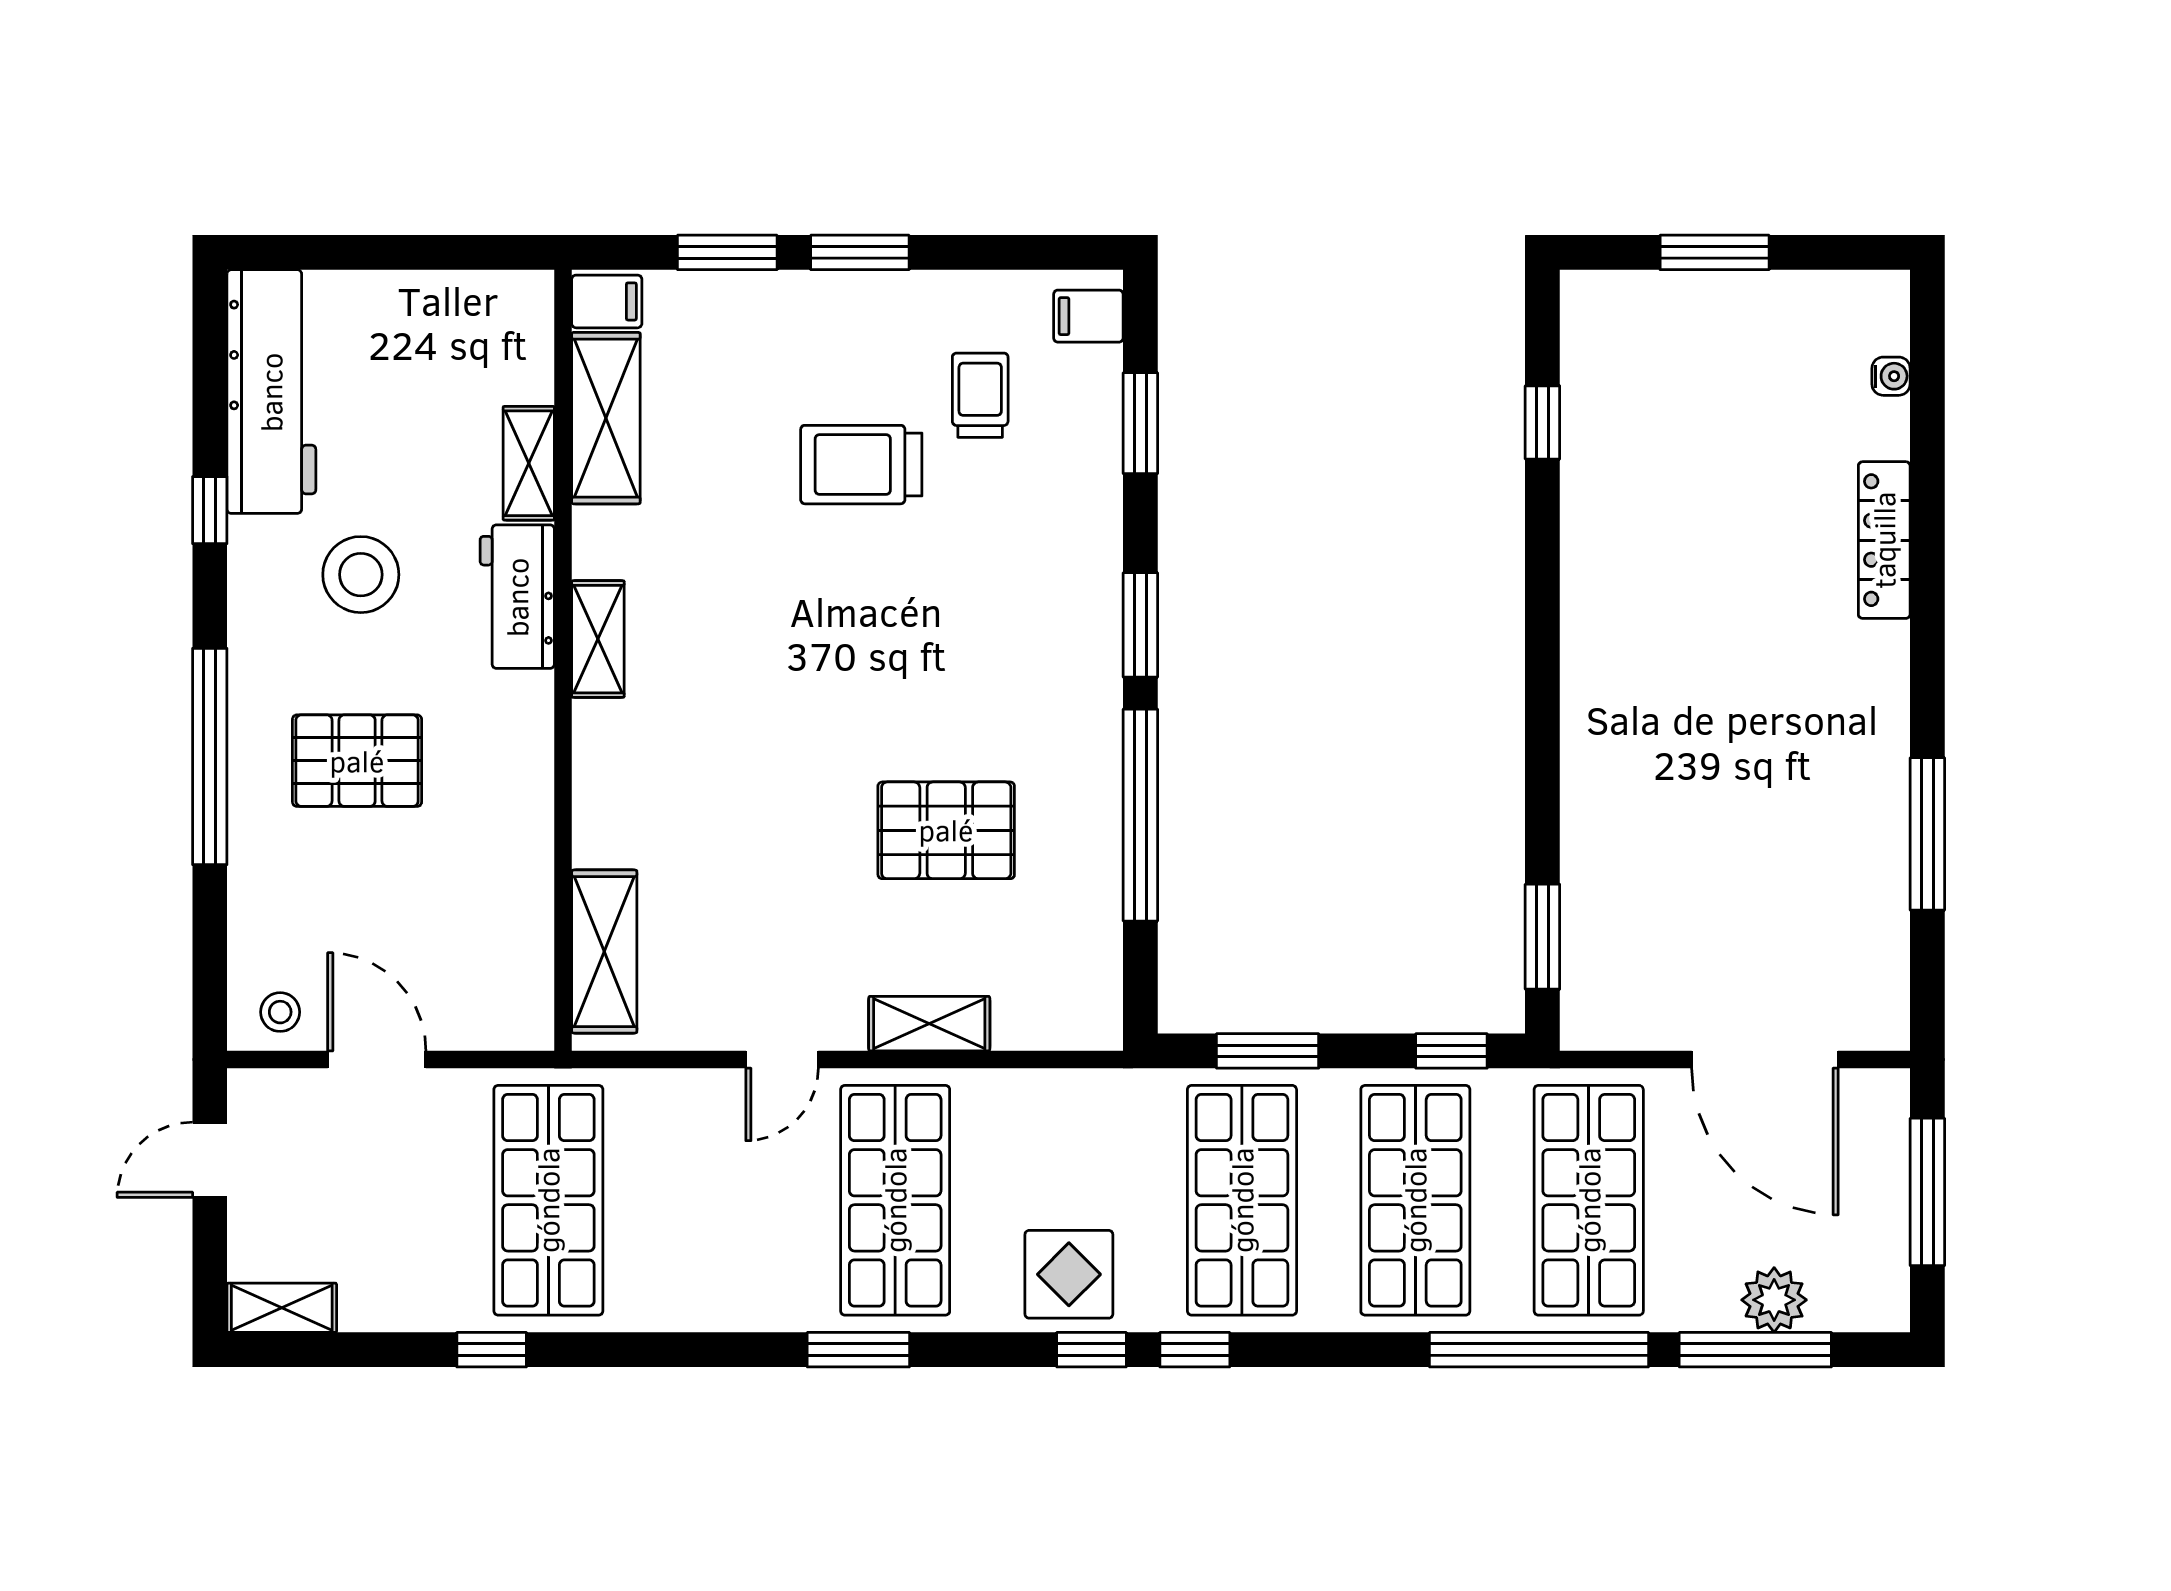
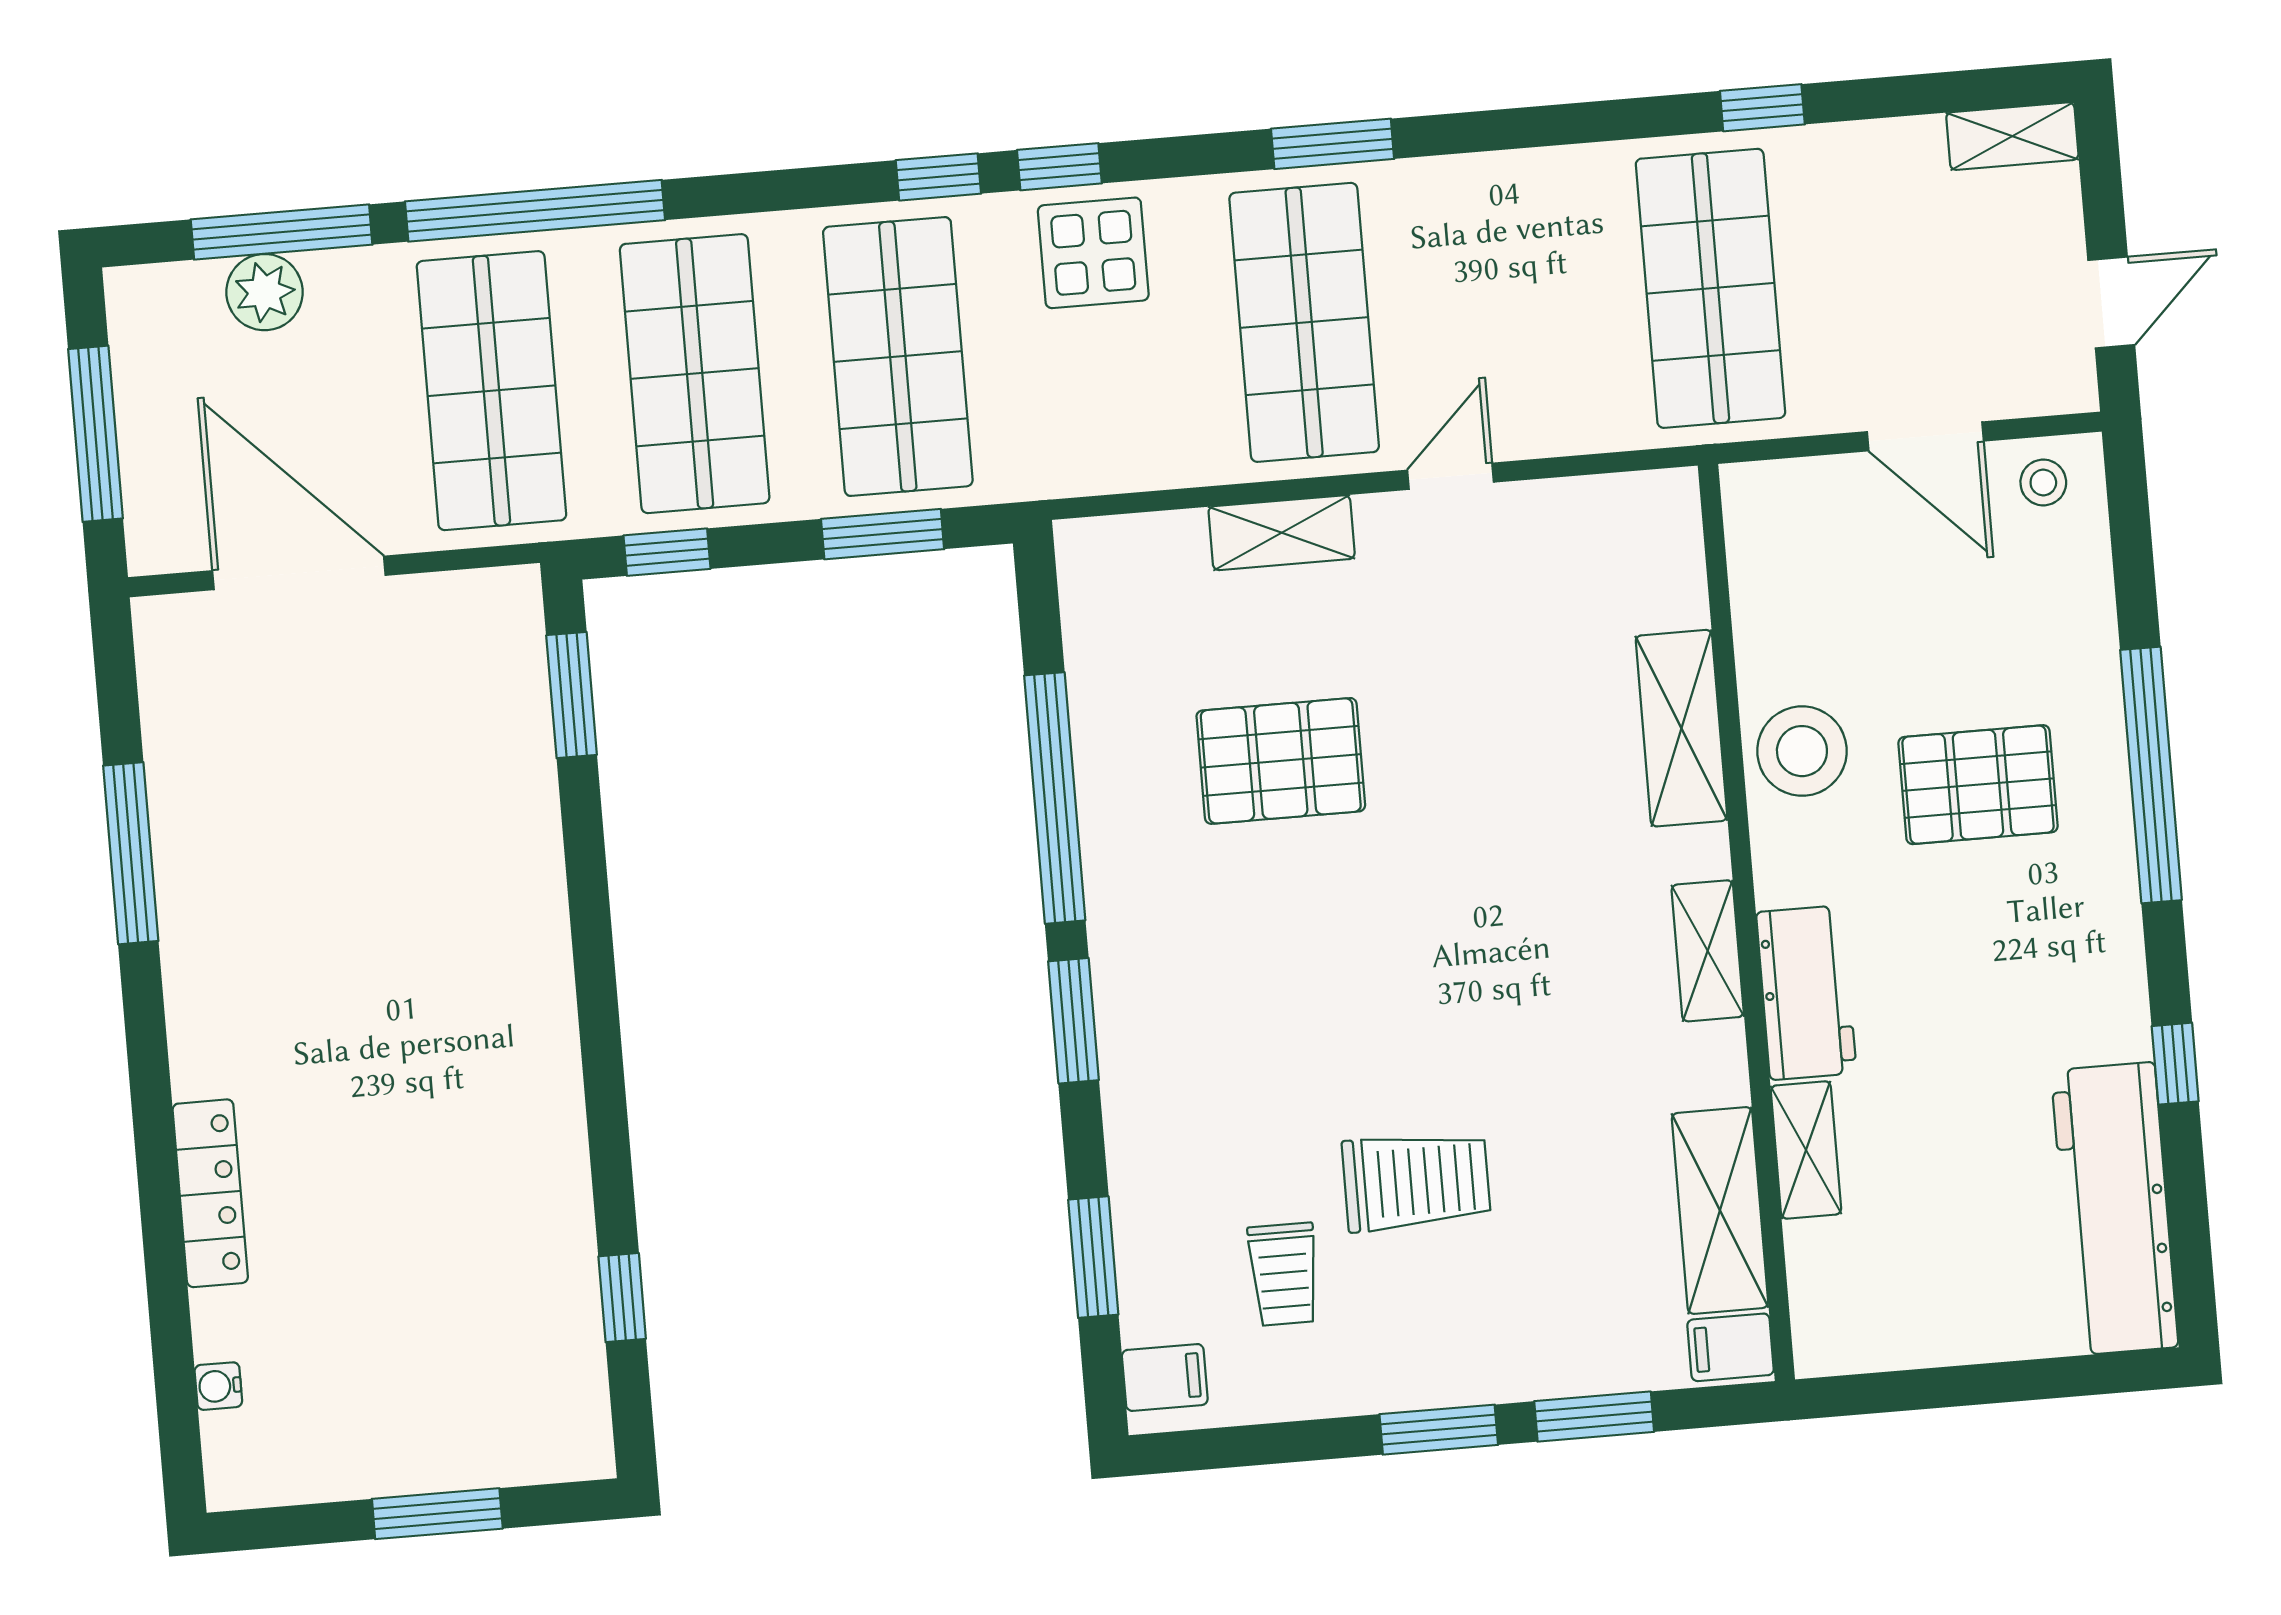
stool: (361, 575) -> (1802, 751), moved
shelving: (604, 952) -> (1681, 728), moved

